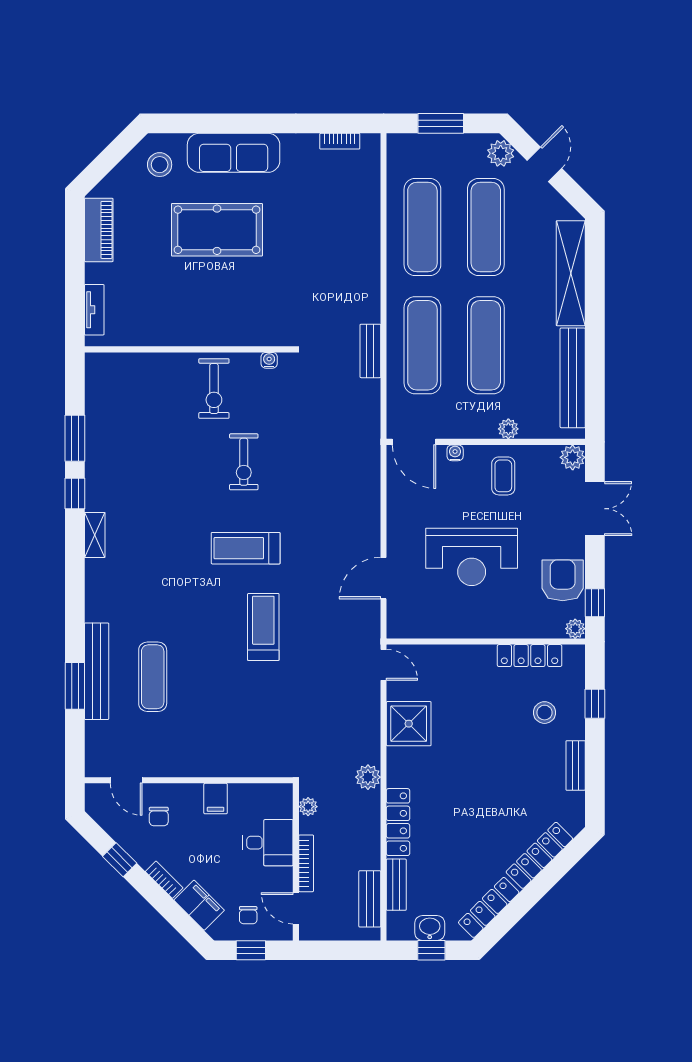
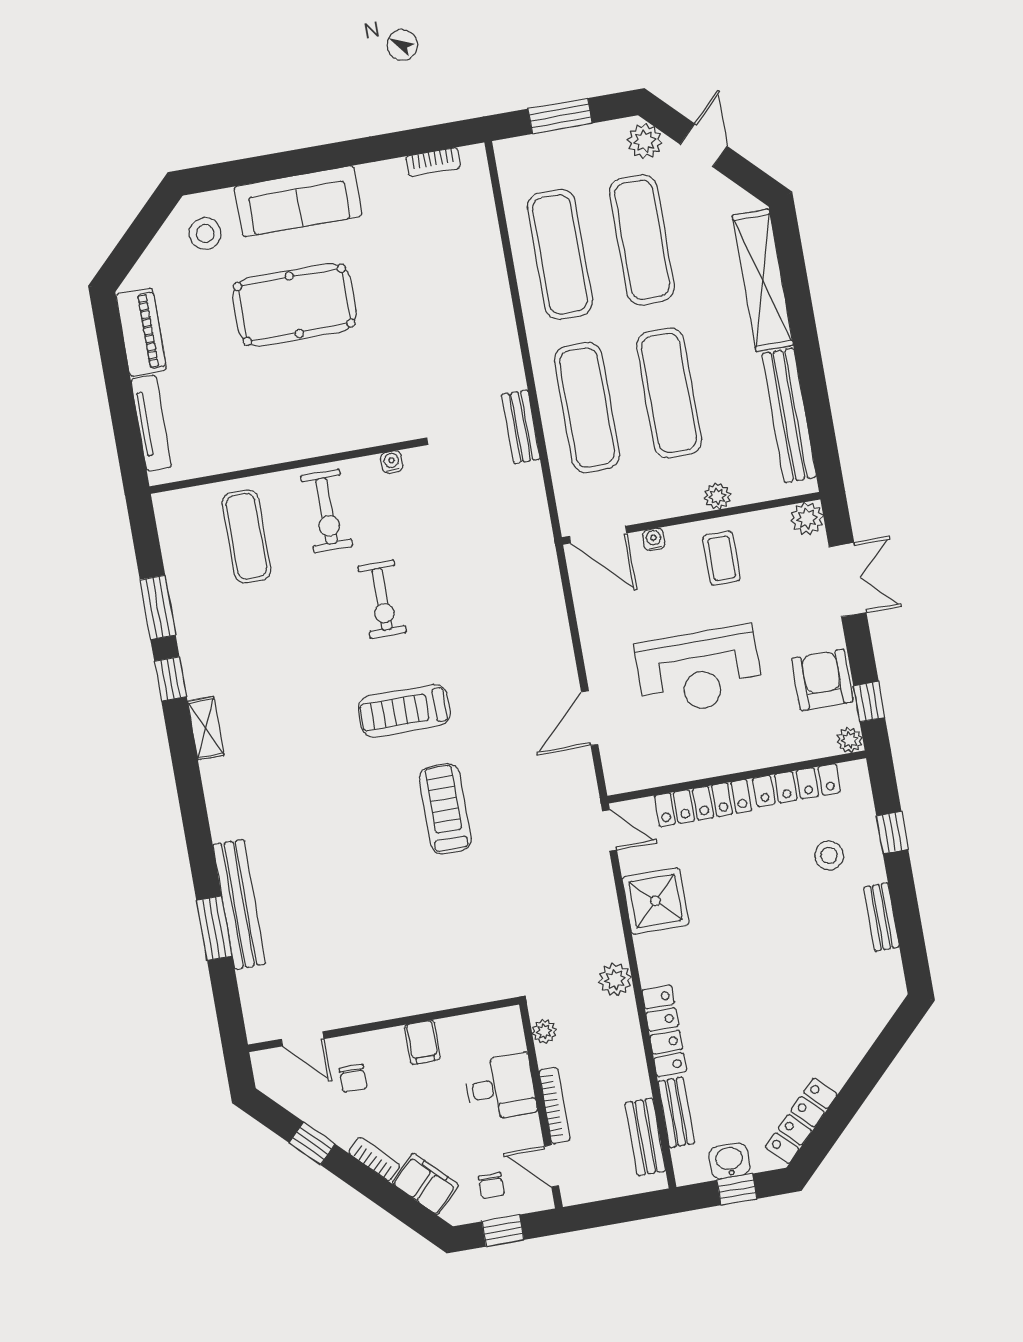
tv unit: (94, 310) -> (151, 423), width x1.41
exercise mat: (153, 677) -> (246, 536), moved
locker: (539, 855) -> (703, 803), moved, turned -135

